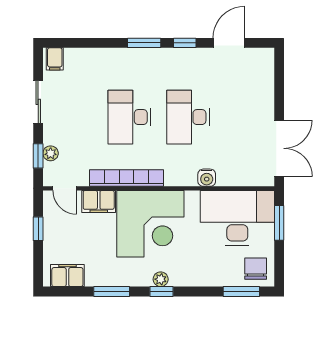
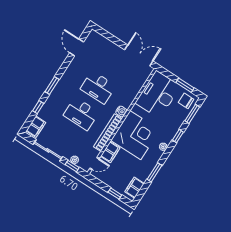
window: (185, 43) -> (38, 107), moved
filing cabinet: (55, 59) -> (36, 127), width x2.00
sliding door: (38, 102) -> (48, 150), width x1.37
water cooler: (207, 178) -> (121, 111), moved
window: (279, 223) -> (185, 85), moved
window: (38, 229) -> (115, 194), moved
window: (161, 291) -> (178, 136), moved

